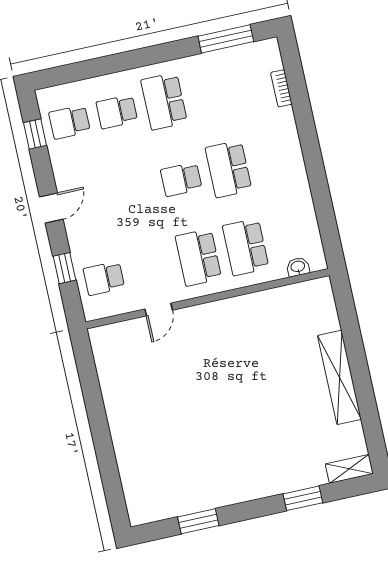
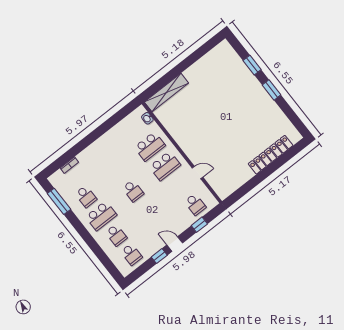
window: (35, 134) -> (159, 256), moved
school desk: (229, 169) -> (86, 197), moved, width x0.54
shelving: (339, 377) -> (166, 93), moved
locker: (128, 455) -> (271, 155), added
shelving: (349, 469) -> (228, 50), removed
window: (198, 521) -> (272, 90), moved

